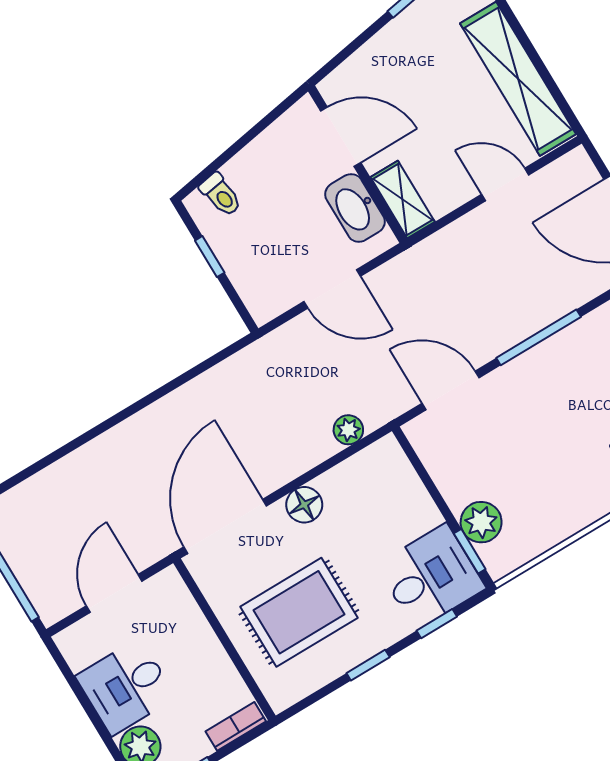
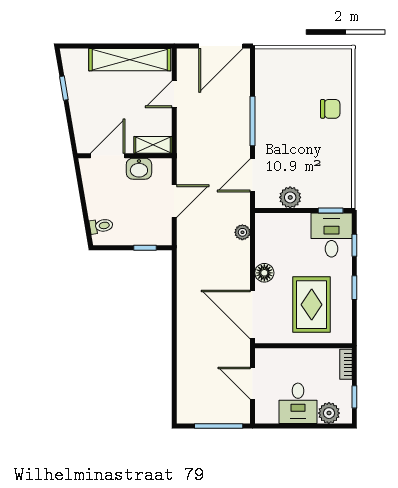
washbasin: (355, 208) -> (139, 169), width x0.72
window: (210, 257) -> (145, 248), moved
plant: (481, 522) -> (290, 197), moved

